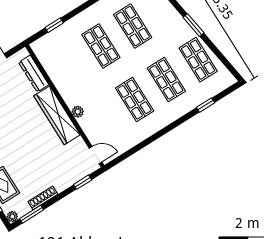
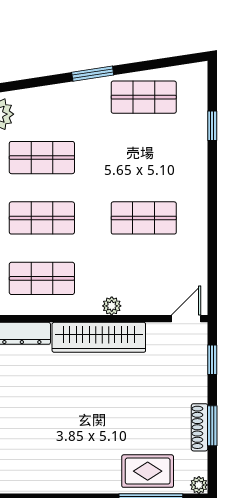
shop shelf: (166, 80) -> (42, 278), moved
window: (32, 214) -> (212, 426), moved

